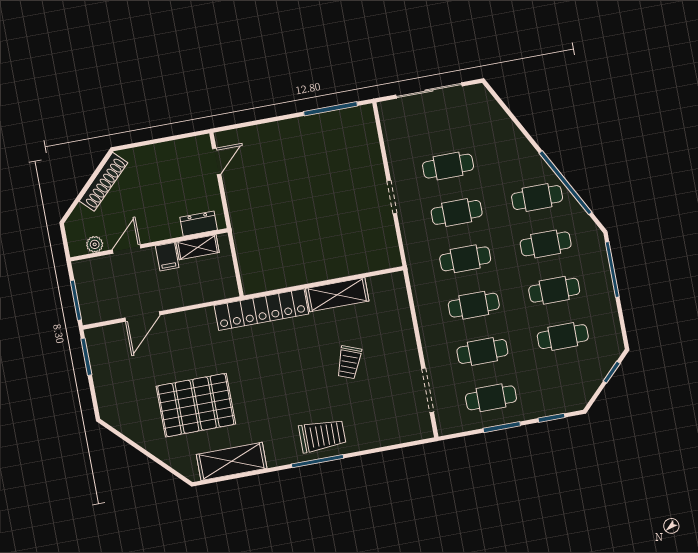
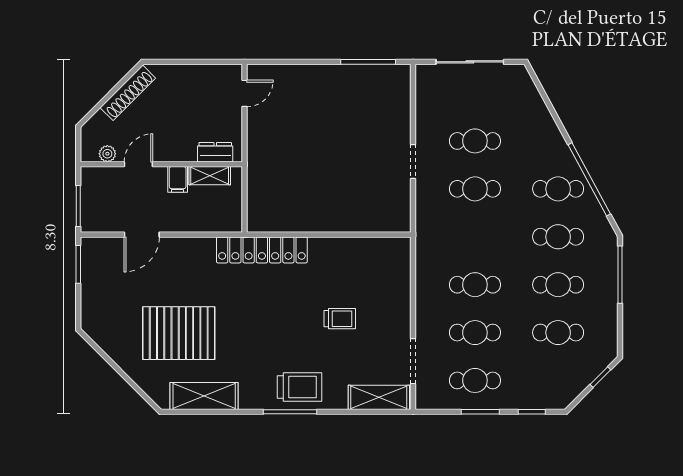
cafe table: (465, 259) -> (475, 237), removed
shelving: (337, 295) -> (379, 397), moved
trolley: (349, 362) -> (340, 319), turned -111

